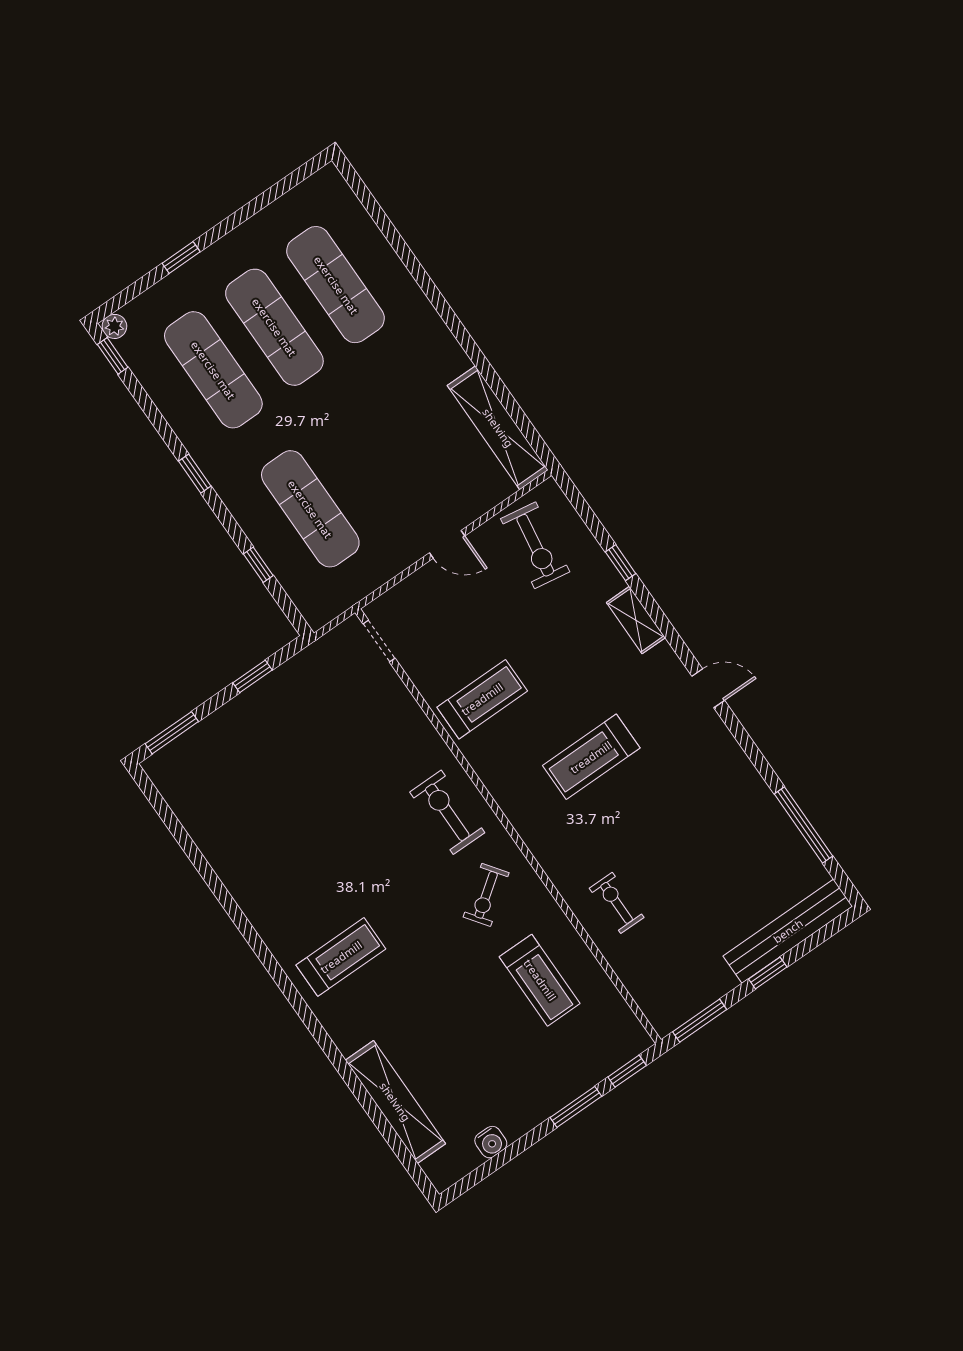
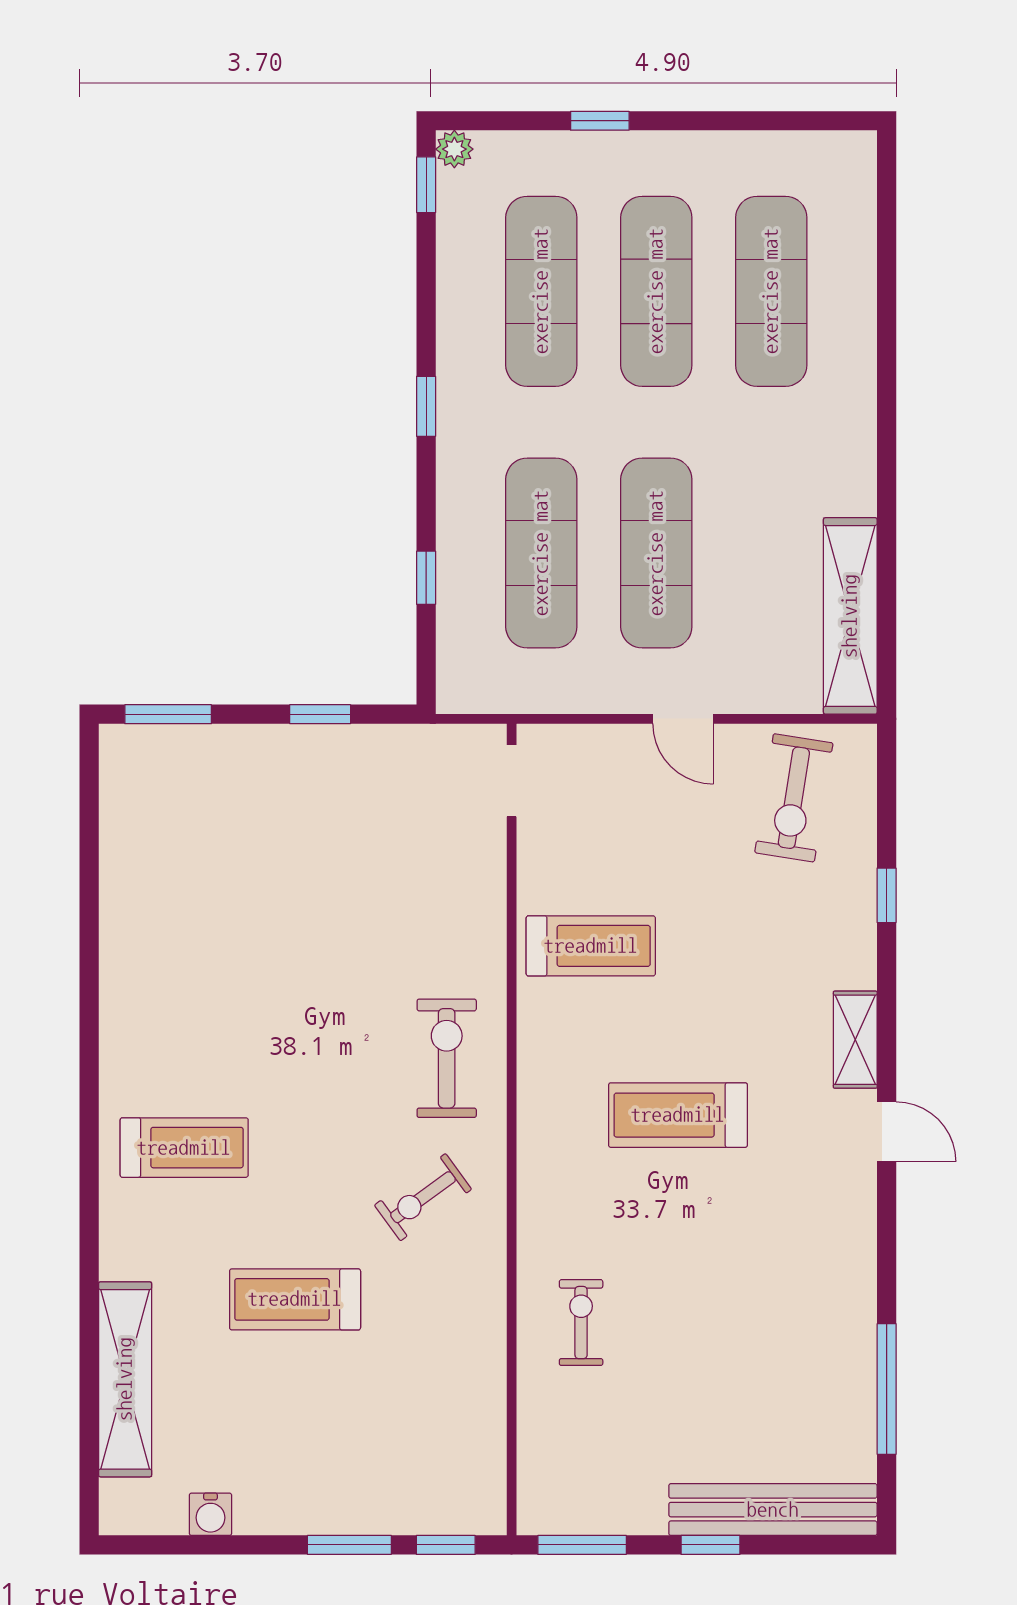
exercise mat: (371, 466) -> (656, 553), added
shelving: (636, 620) -> (855, 1040), moved
treadmill: (540, 980) -> (295, 1299), moved, turned 90

